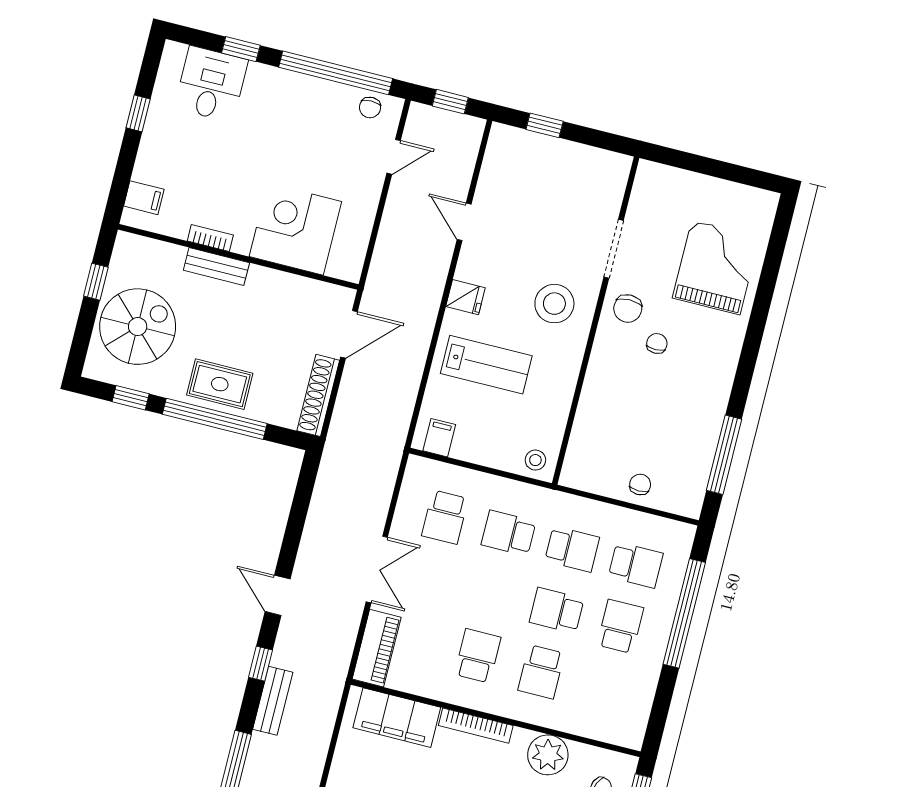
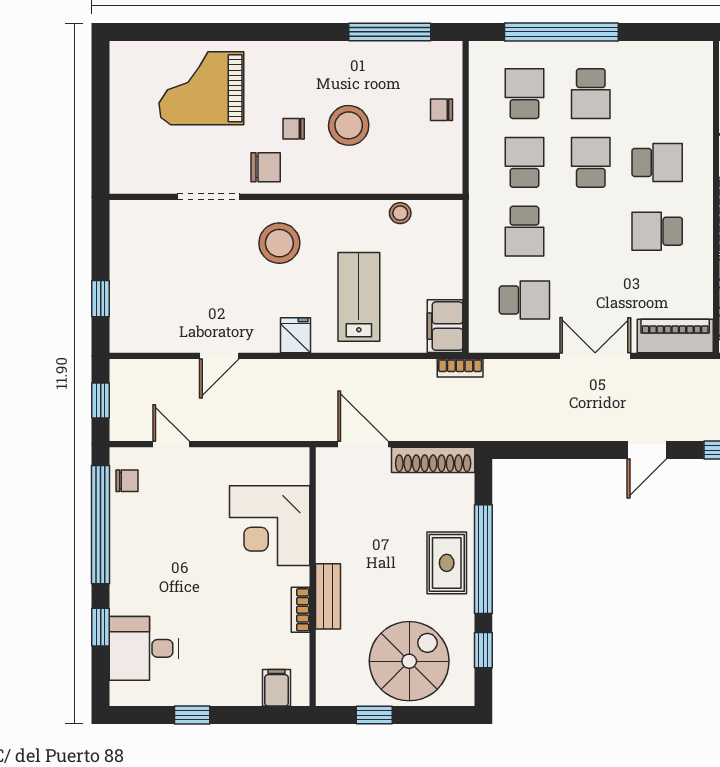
spiral stairs: (138, 327) -> (409, 661), turned 90
stool: (647, 395) -> (349, 125), added
filing cabinet: (439, 438) -> (445, 326), width x2.00
bookcase: (397, 442) -> (460, 368), added
stool: (535, 460) -> (400, 213), moved
school desk: (557, 610) -> (591, 162), turned 180
school desk: (620, 626) -> (591, 94), turned -90

